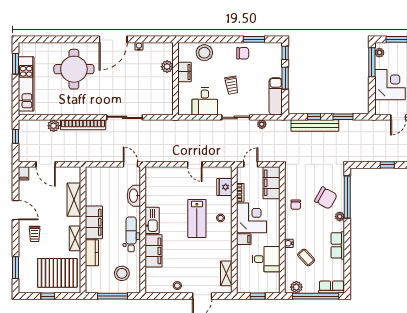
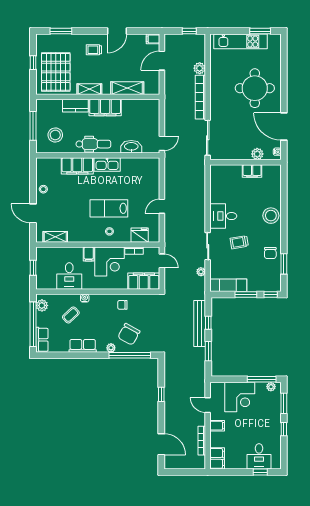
plant: (167, 67) -> (257, 154), moved
filing cabinet: (184, 72) -> (252, 171), moved
wall: (176, 79) -> (246, 162), moved

